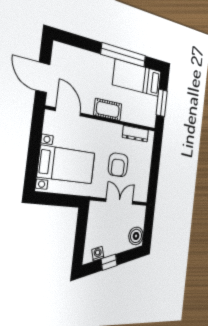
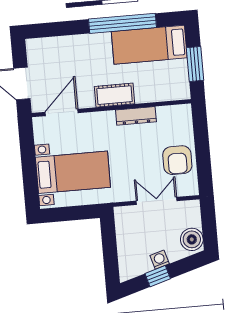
door: (68, 112) -> (62, 112), hinge flipped
dresser: (135, 134) -> (136, 116), moved
armchair: (118, 165) -> (177, 160), moved
washing machine: (98, 254) -> (160, 260), moved

